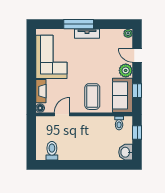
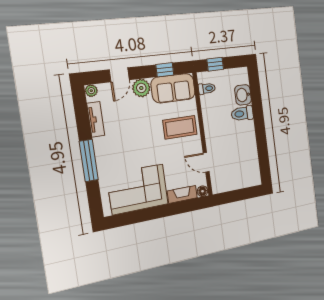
tv unit: (87, 34) -> (96, 119), moved
toilet: (52, 151) -> (242, 114), moved
washbasin: (126, 152) -> (243, 95), moved, turned 90

